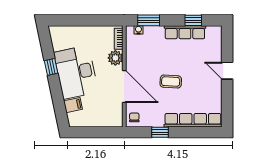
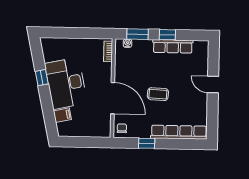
window: (193, 20) -> (167, 35), moved
plant: (115, 58) -> (105, 70), removed

